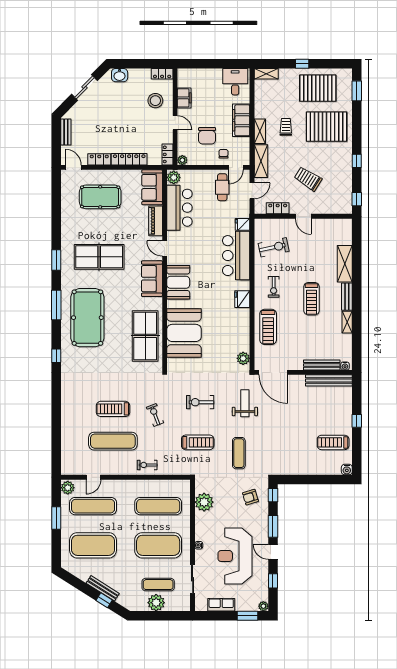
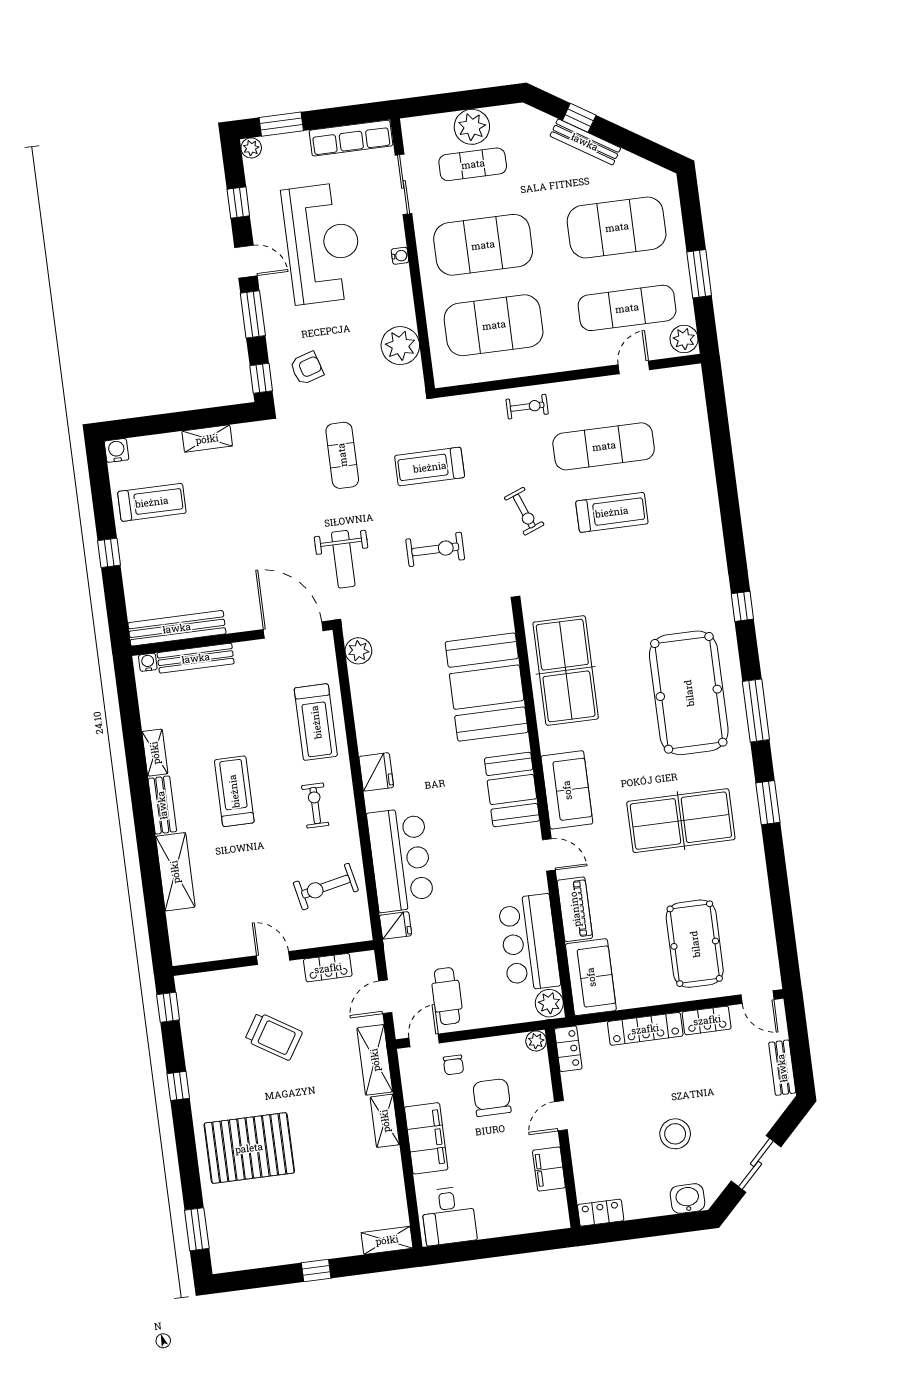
pallet: (318, 88) -> (277, 1225), removed
stool: (155, 101) -> (675, 1134), moved
door: (175, 123) -> (561, 1116), hinge flipped
trolley: (286, 127) -> (333, 1137), removed
pool table: (100, 197) -> (695, 944), turned 90
treadmill: (268, 327) -> (316, 722), turned 180
shelving: (303, 470) -> (207, 439), added
exercise mat: (158, 506) -> (494, 325), width x1.47
row of seats: (221, 605) -> (351, 138), width x1.48

